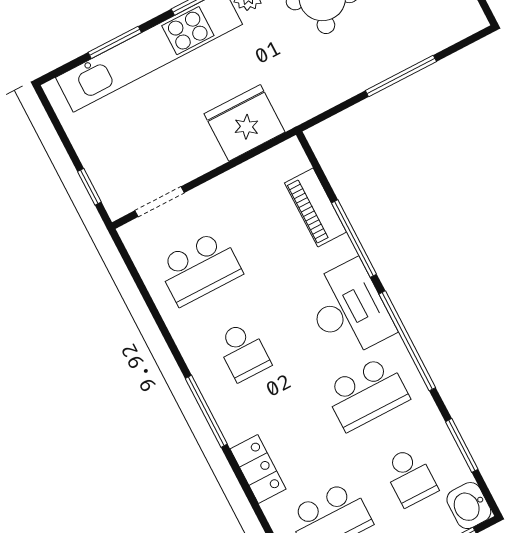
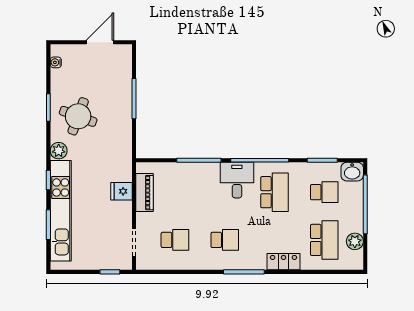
fridge: (245, 123) -> (121, 191), width x0.53, depth x0.75
piano: (316, 207) -> (145, 193), moved, turned -90
school desk: (200, 268) -> (175, 240), width x0.54
desk: (349, 309) -> (237, 180), width x0.73

